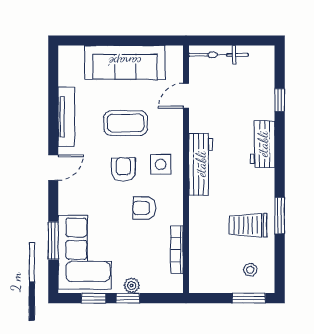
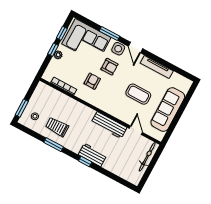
window: (280, 100) -> (85, 162), moved
coffee table: (126, 123) -> (138, 94), turned 90
side table: (161, 164) -> (118, 49), moved
workbench: (201, 164) -> (109, 125), moved
armchair: (123, 170) -> (110, 67), moved
trolley: (248, 225) -> (57, 127), turned -90
window: (53, 241) -> (110, 34), moved

